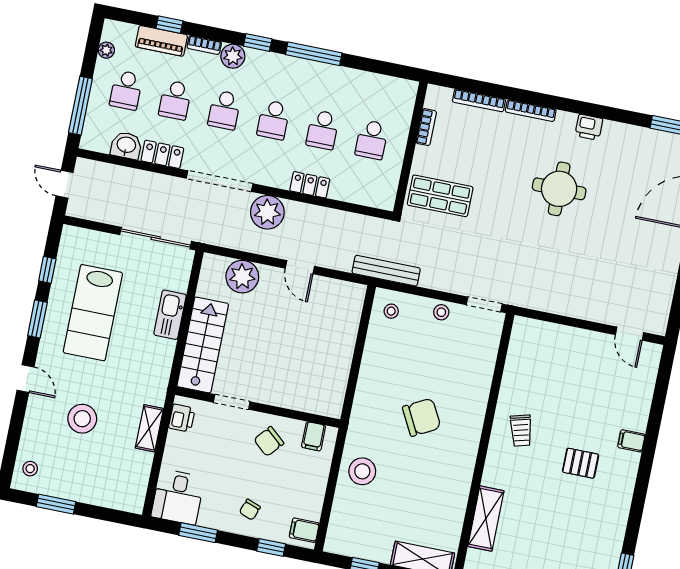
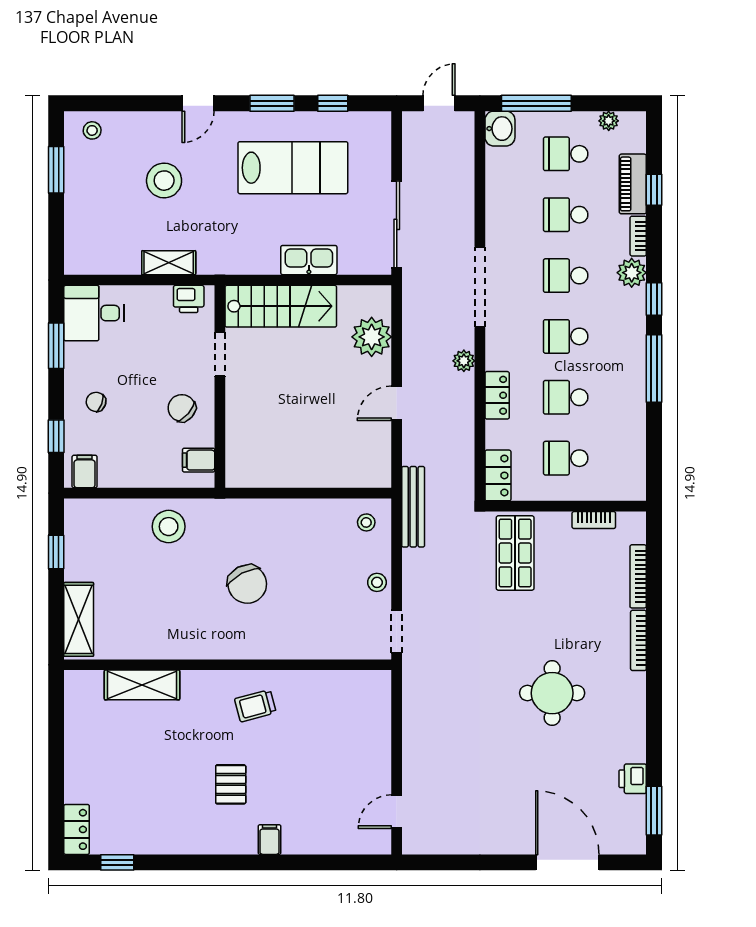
printer: (589, 127) -> (633, 779), moved
washbasin: (126, 145) -> (500, 129), moved
locker: (162, 154) -> (498, 475), moved
plant: (267, 212) -> (464, 361), width x0.53, depth x0.53
lab bench: (93, 313) -> (293, 168), turned 180

